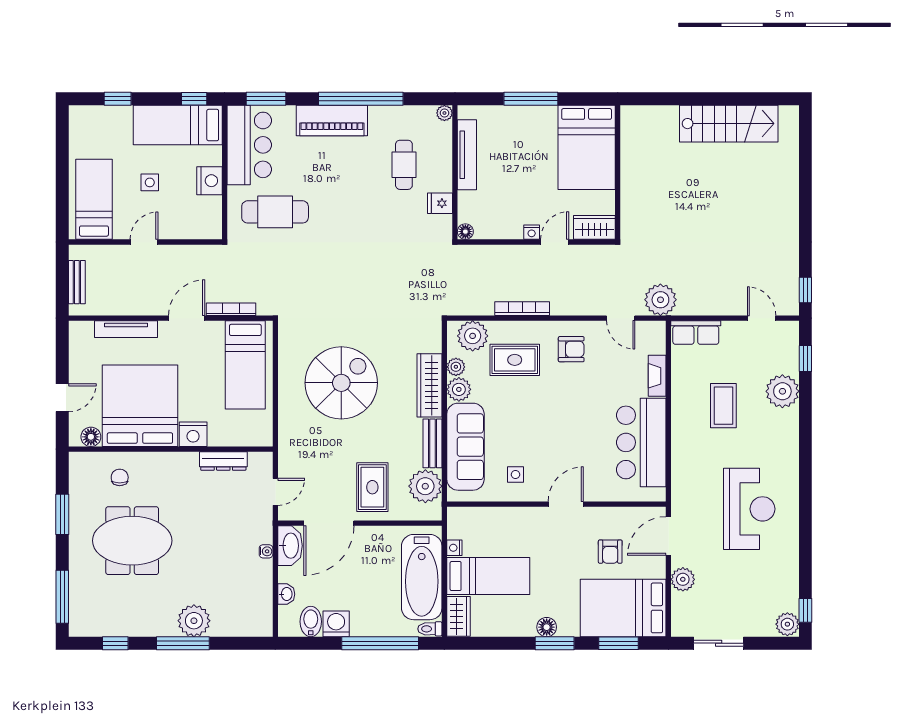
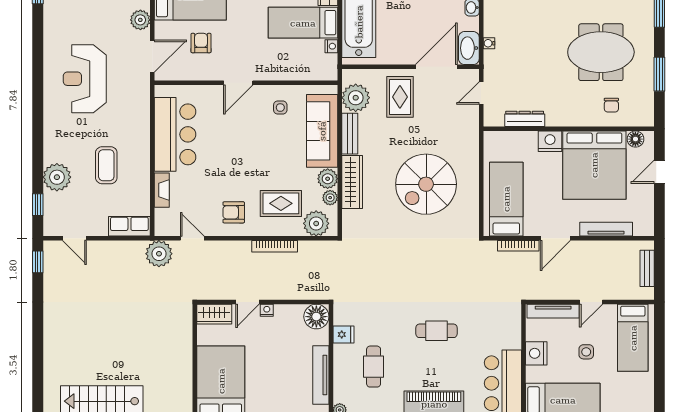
cafe table: (275, 212) -> (436, 331), moved, width x0.73, depth x0.74
tv unit: (189, 231) -> (553, 311), added
floor lamp: (465, 232) -> (316, 317), width x1.89, depth x1.89

